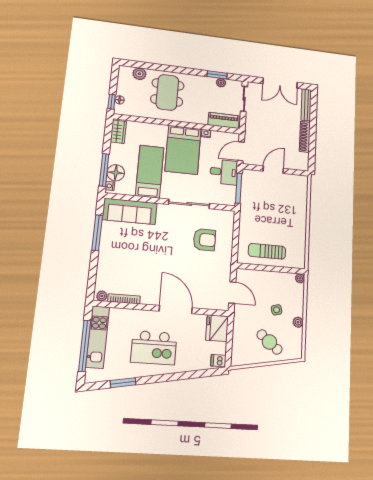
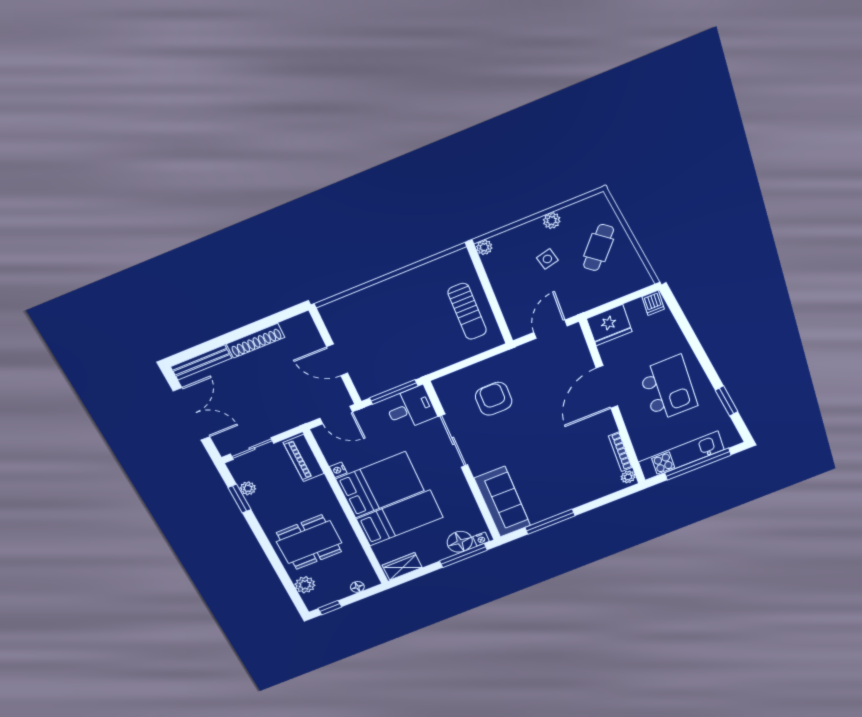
window: (112, 102) -> (330, 608), moved
bed: (150, 172) -> (400, 518), moved, turned 180
desk: (224, 172) -> (411, 408), moved, turned 90

